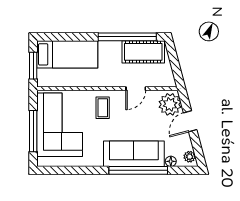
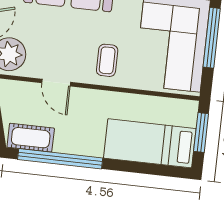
cot: (143, 52) -> (31, 138), width x0.73, depth x0.75
door: (136, 89) -> (56, 83), swing flipped

